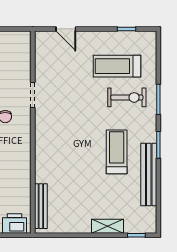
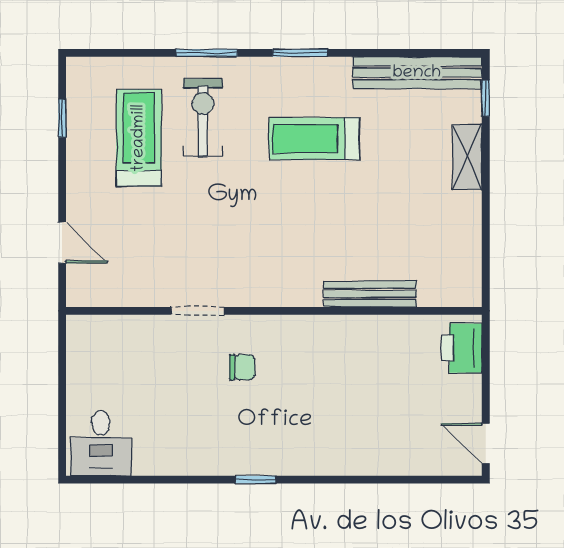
door: (66, 29) -> (62, 243), hinge flipped
treadmill: (117, 66) -> (139, 138), turned 180
bench: (149, 175) -> (417, 73), moved
bench: (41, 206) -> (370, 294), moved

